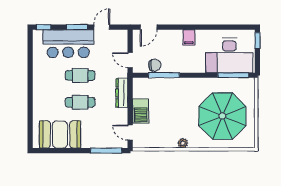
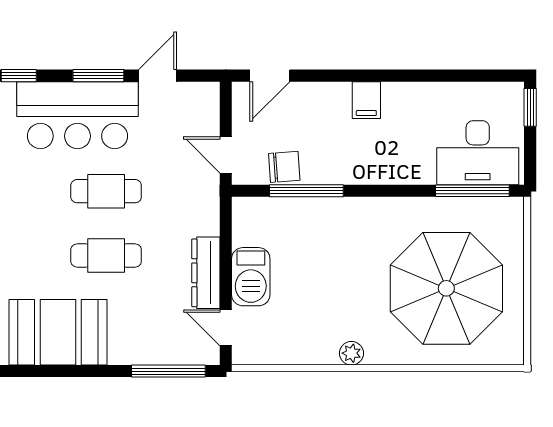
desk: (229, 55) -> (478, 153), width x0.73, depth x0.77
dresser: (122, 93) -> (206, 273), moved

